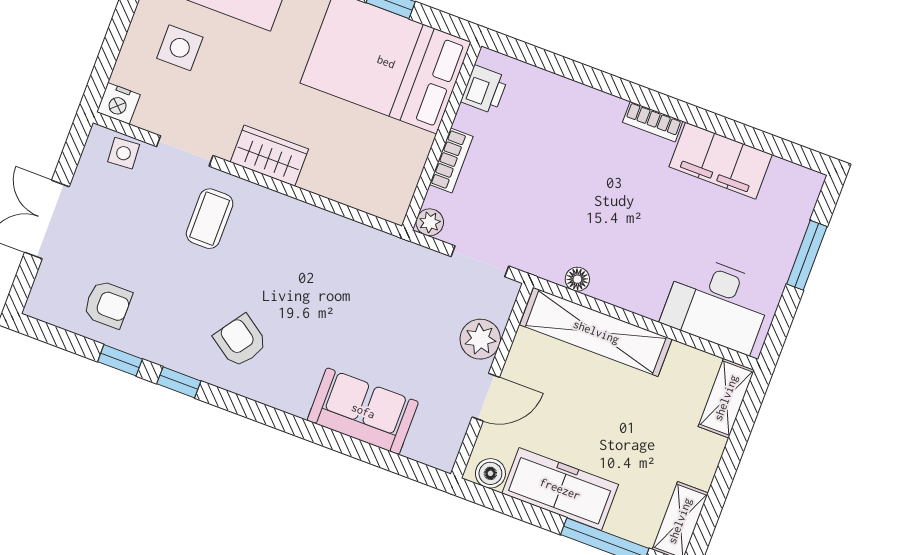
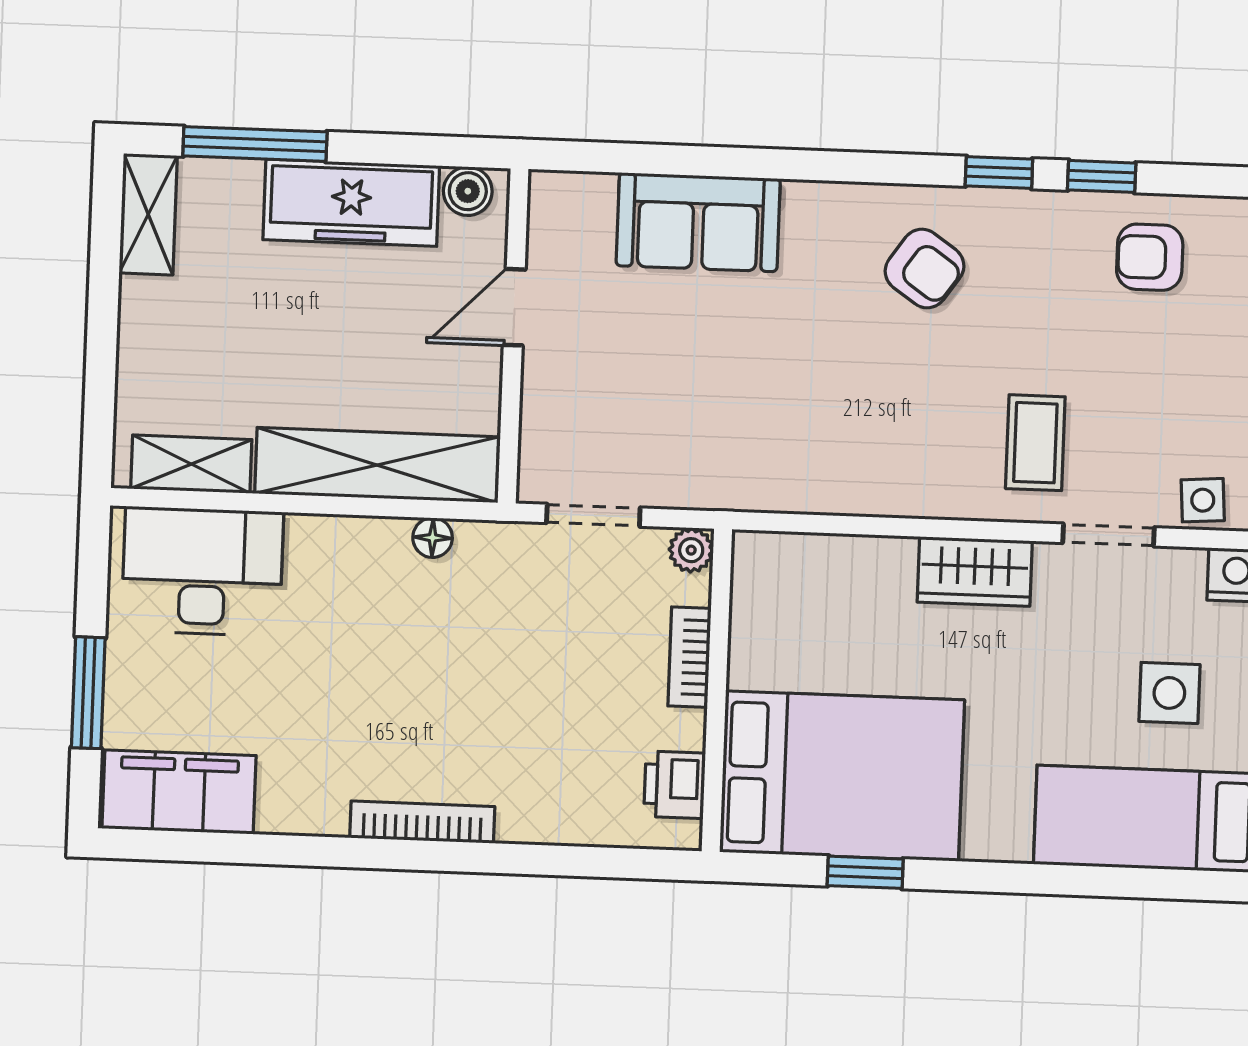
bookcase: (653, 122) -> (422, 822), width x1.56
filing cabinet: (721, 161) -> (179, 792), moved
plant: (480, 339) -> (553, 395), removed
shelving: (726, 398) -> (191, 464), moved, turned 90

